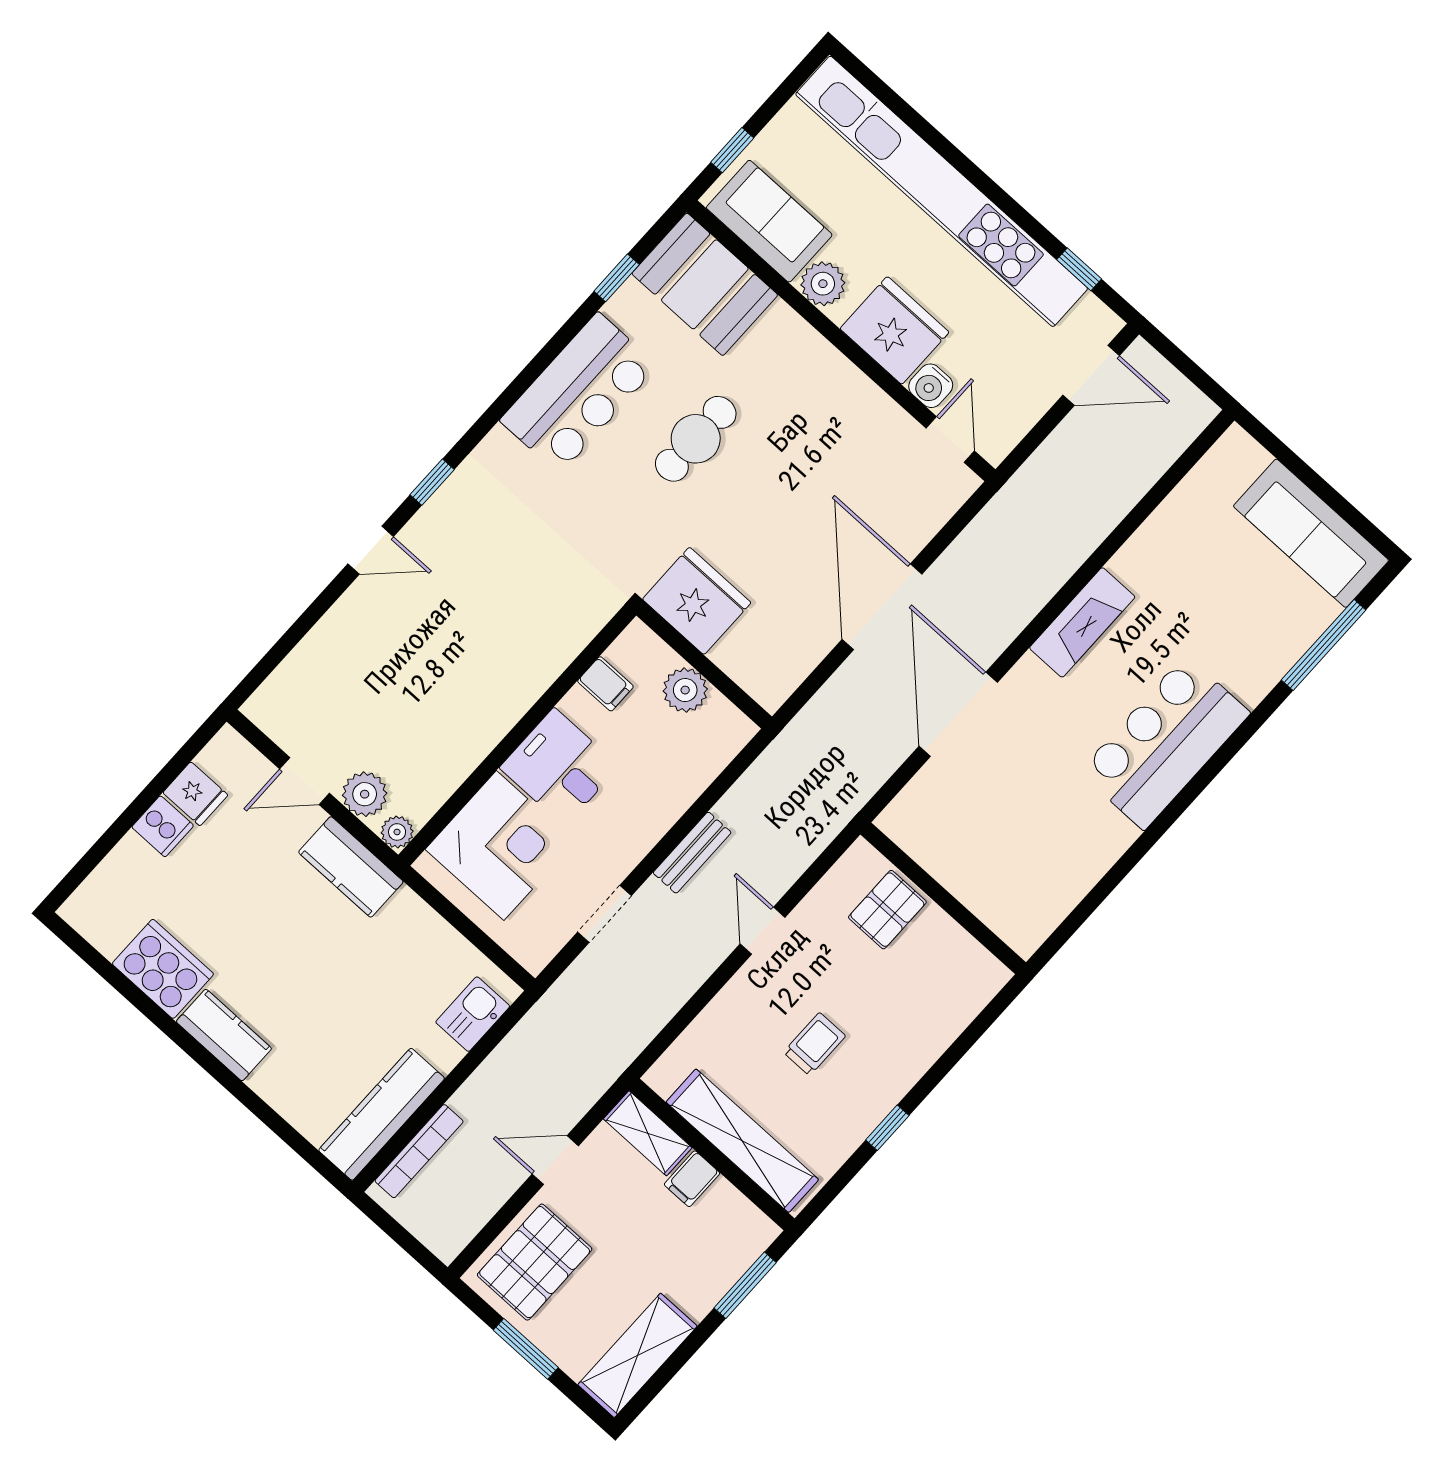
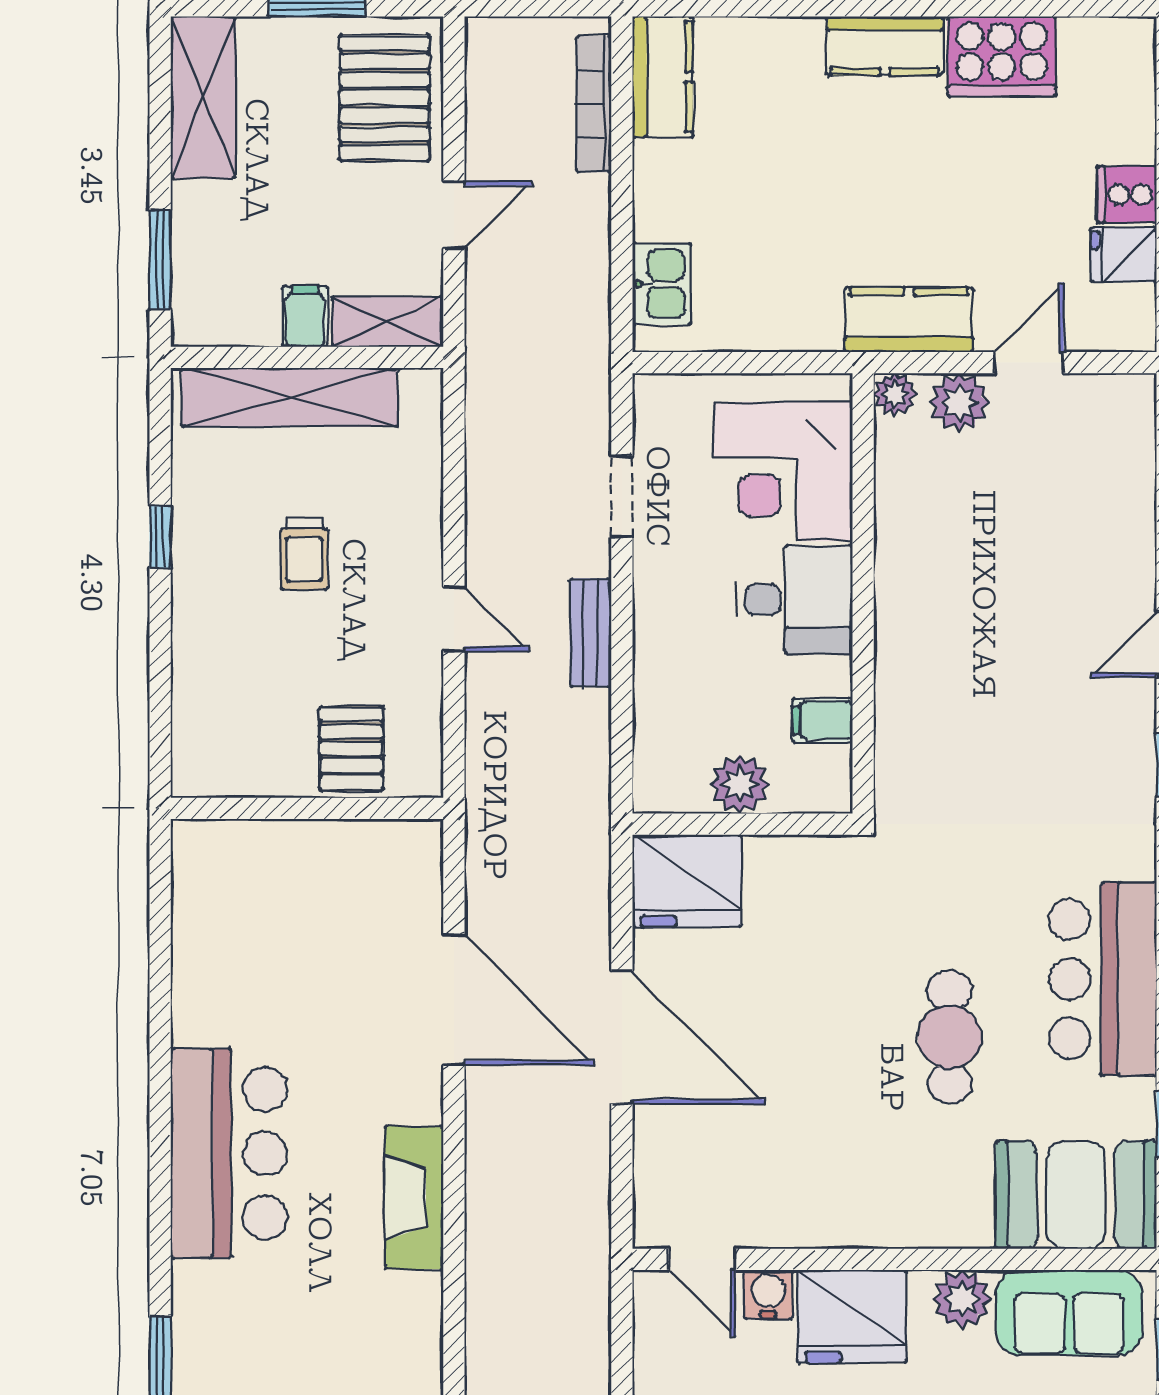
fridge: (697, 601) -> (687, 881), moved
kitchen counter: (382, 1114) -> (662, 77), width x0.67

